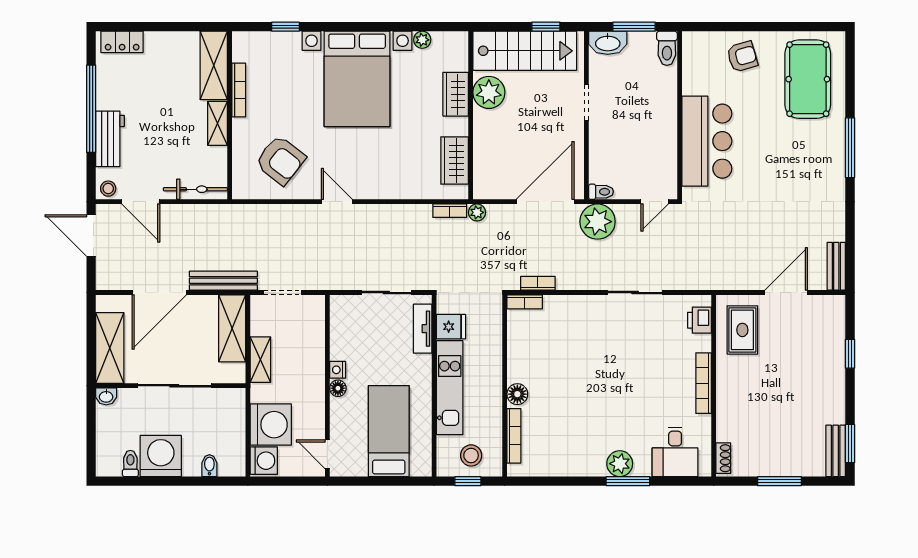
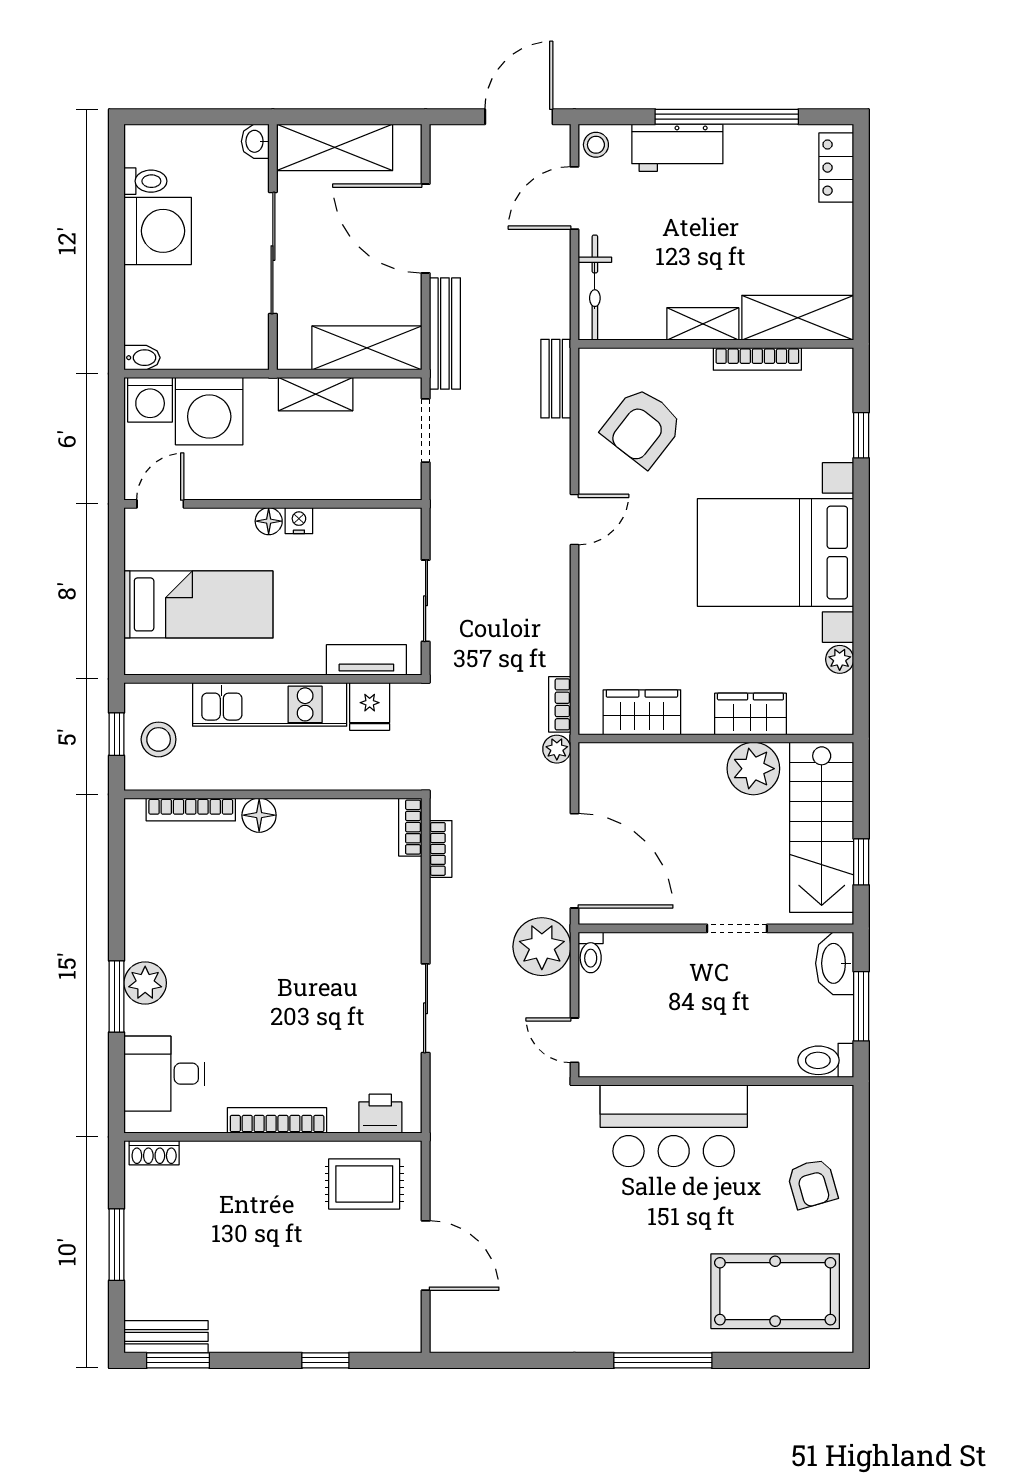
bench: (836, 266) -> (556, 379), moved, turned 90
bidet: (209, 466) -> (142, 358), moved

